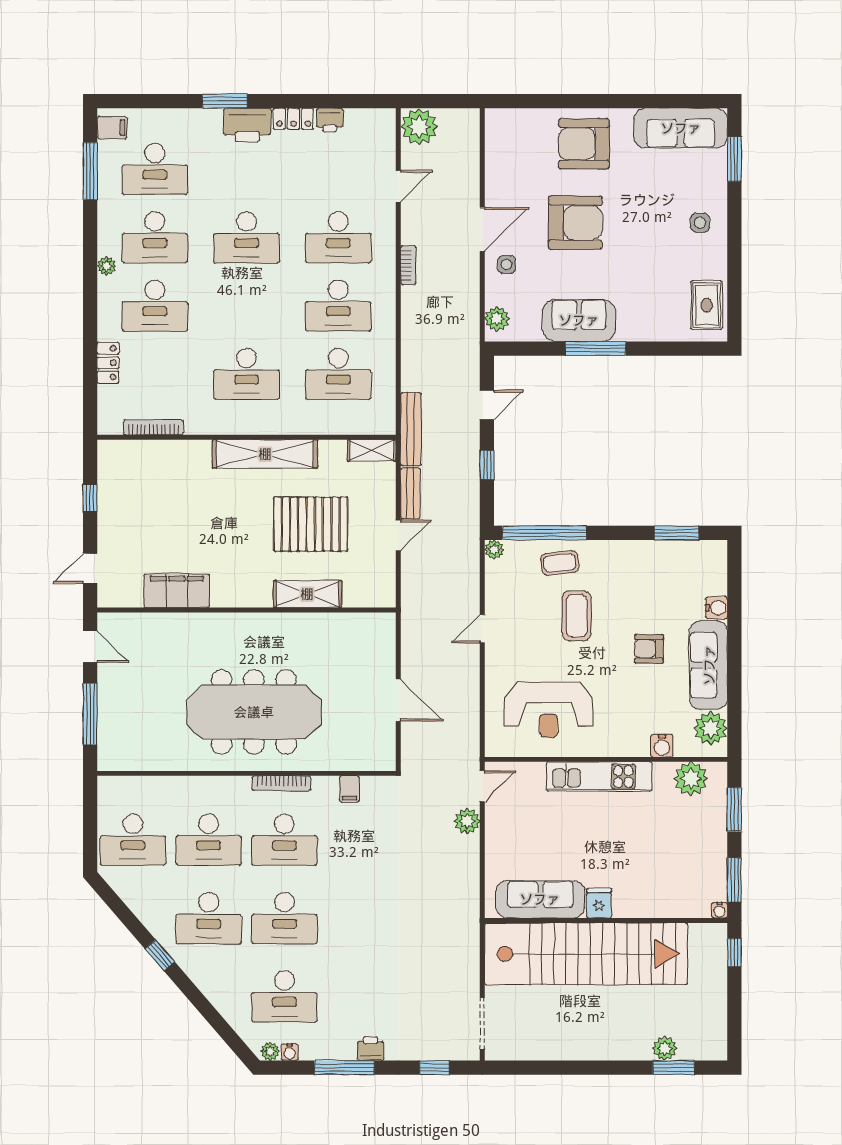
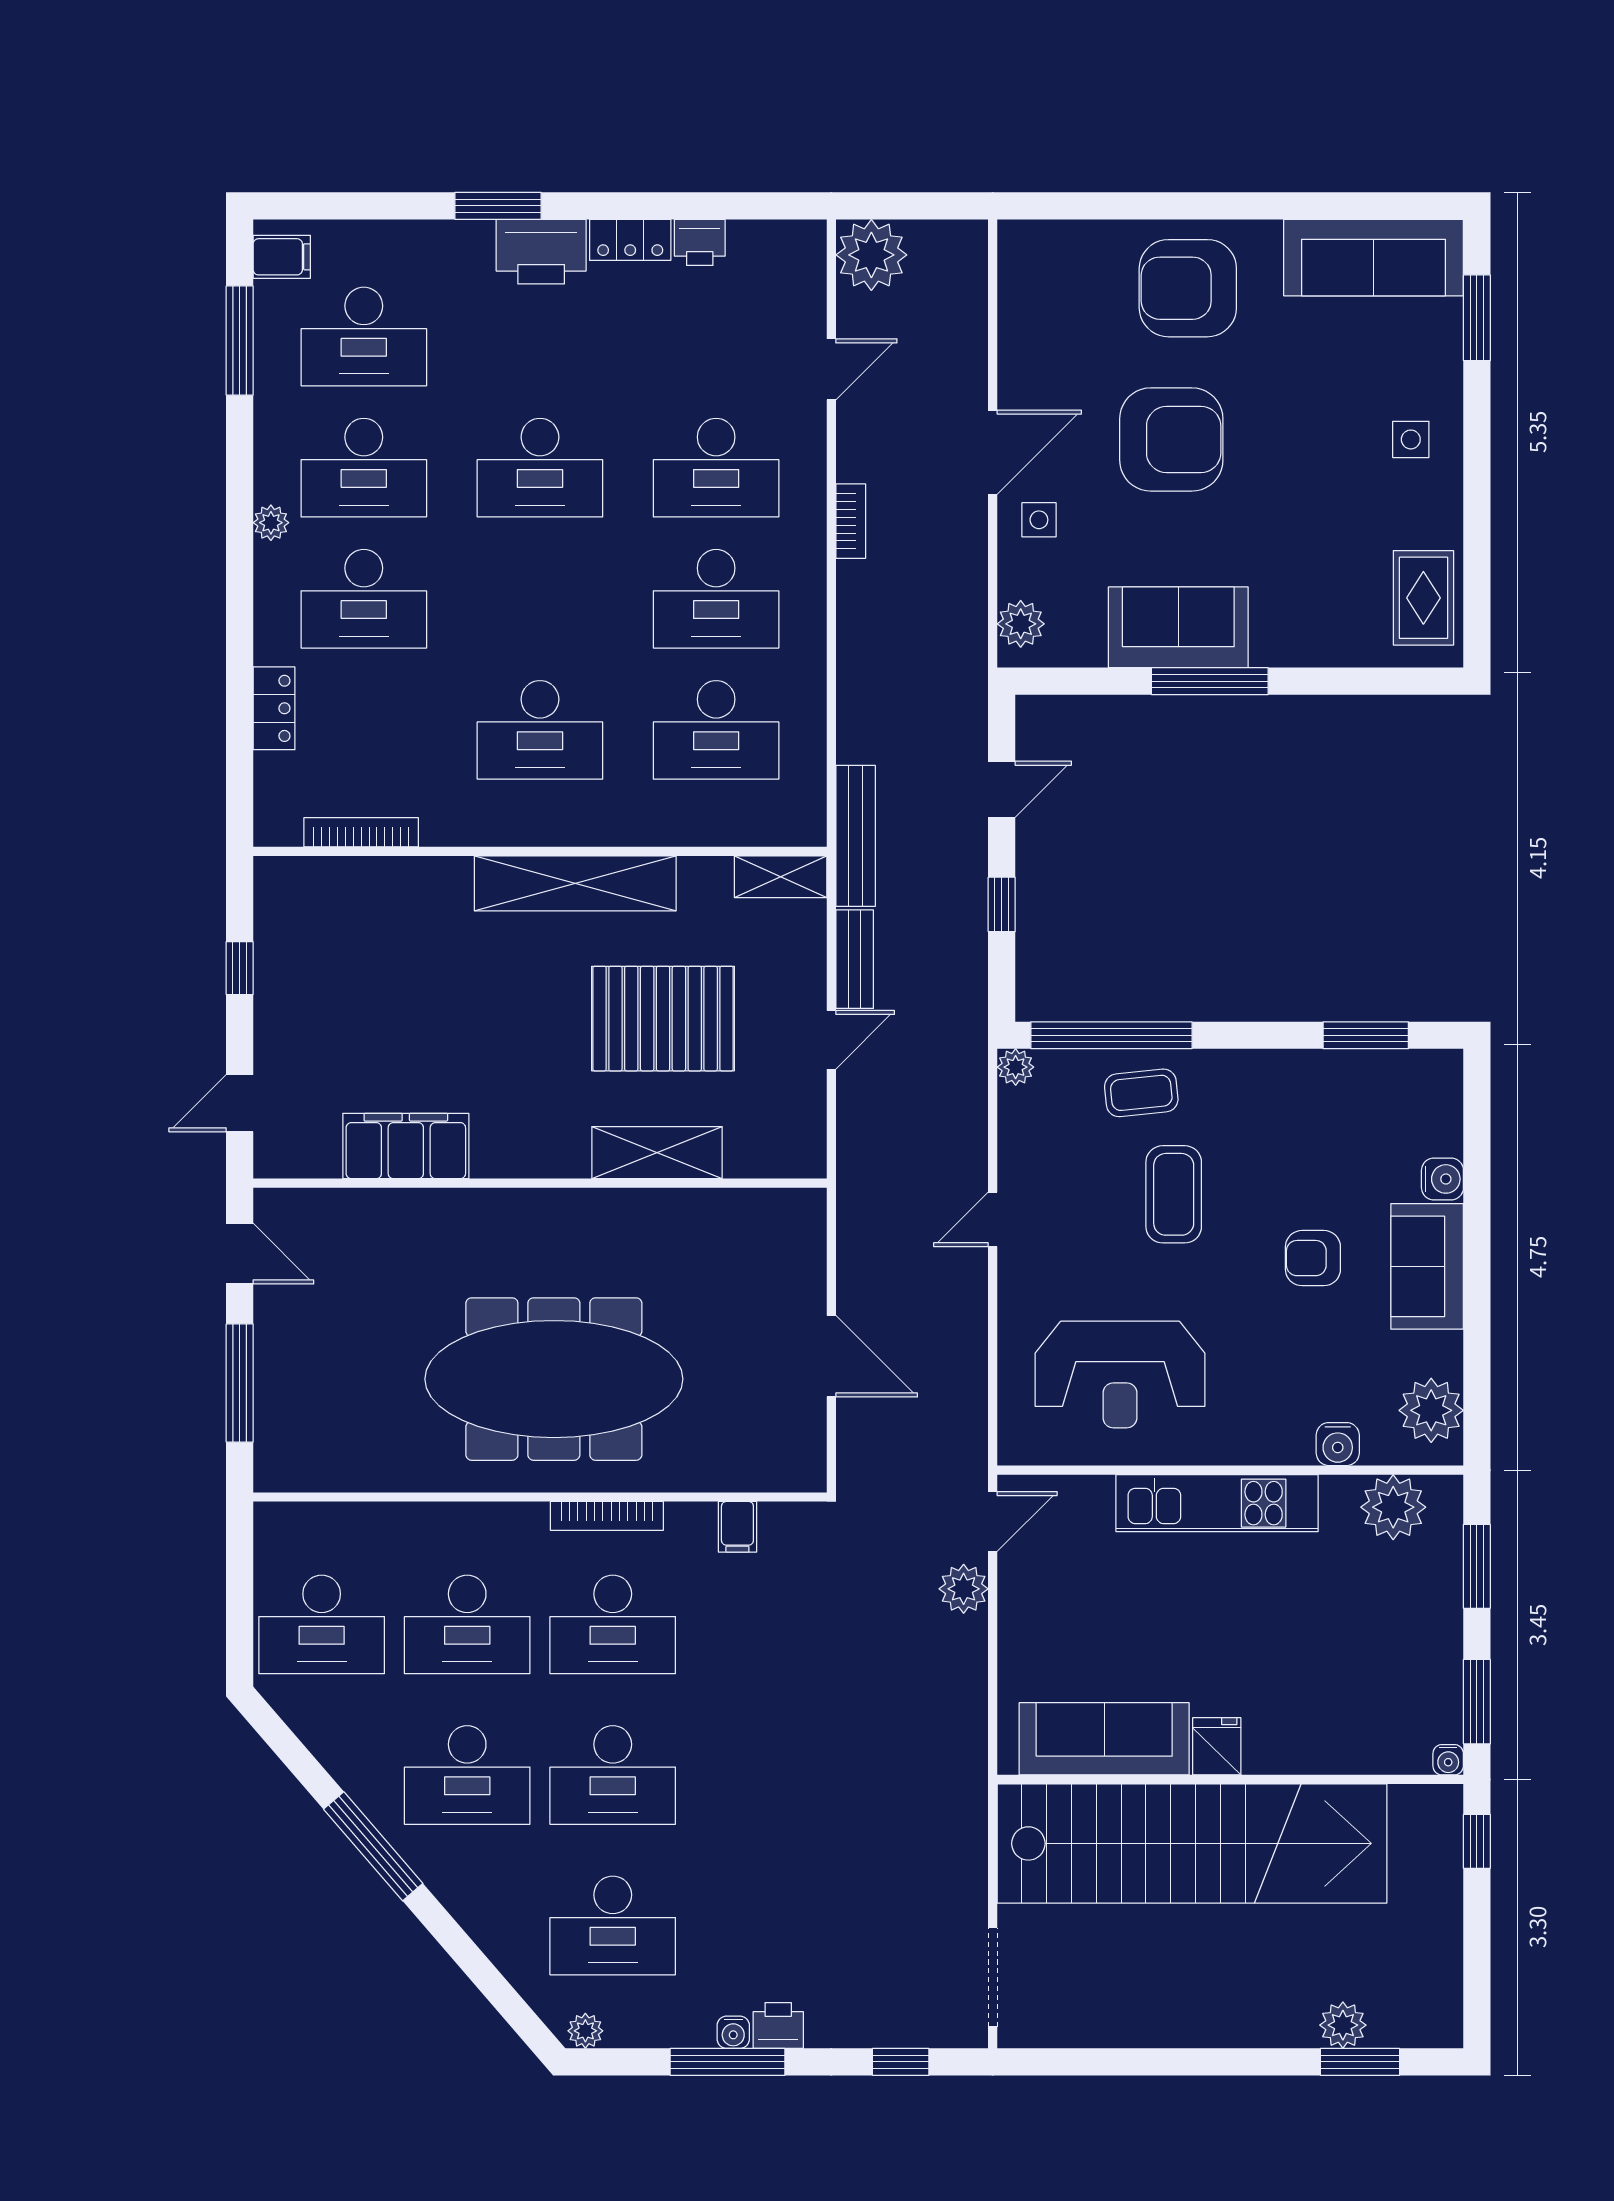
sofa: (709, 665) -> (1427, 1266), width x0.73
window: (160, 955) -> (373, 1846), width x2.17
water cooler: (290, 1052) -> (733, 2032), moved

